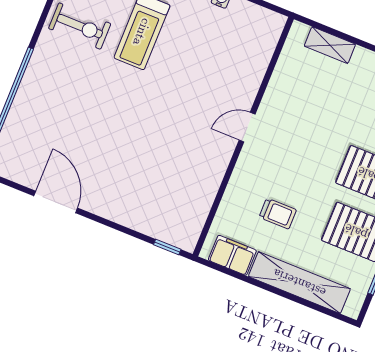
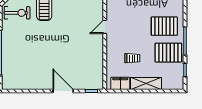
door: (56, 202) -> (63, 91), moved
shelving: (299, 283) -> (146, 84), width x0.68

